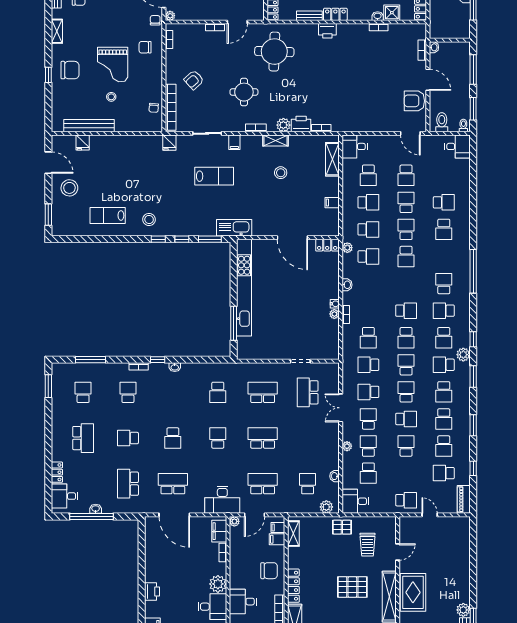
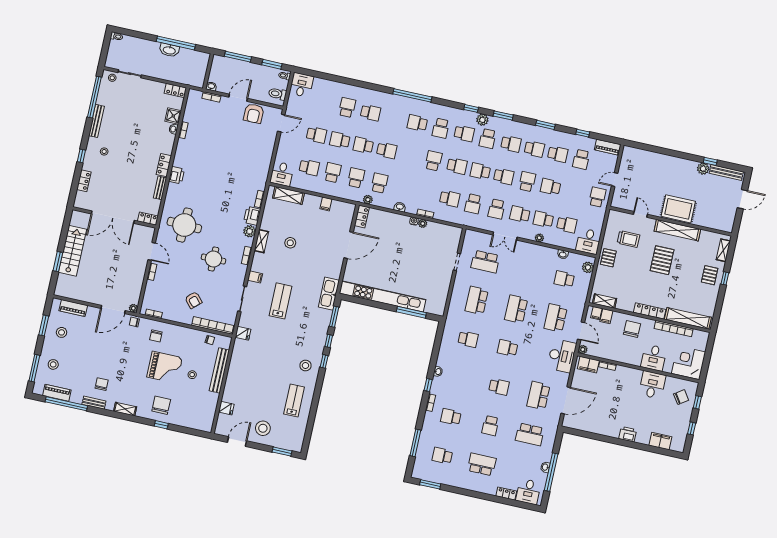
bench: (89, 126) -> (219, 370), moved
lab bench: (108, 215) -> (294, 400), turned 180
school desk: (406, 392) -> (504, 176), turned 180
plant: (218, 584) -> (634, 376), removed

